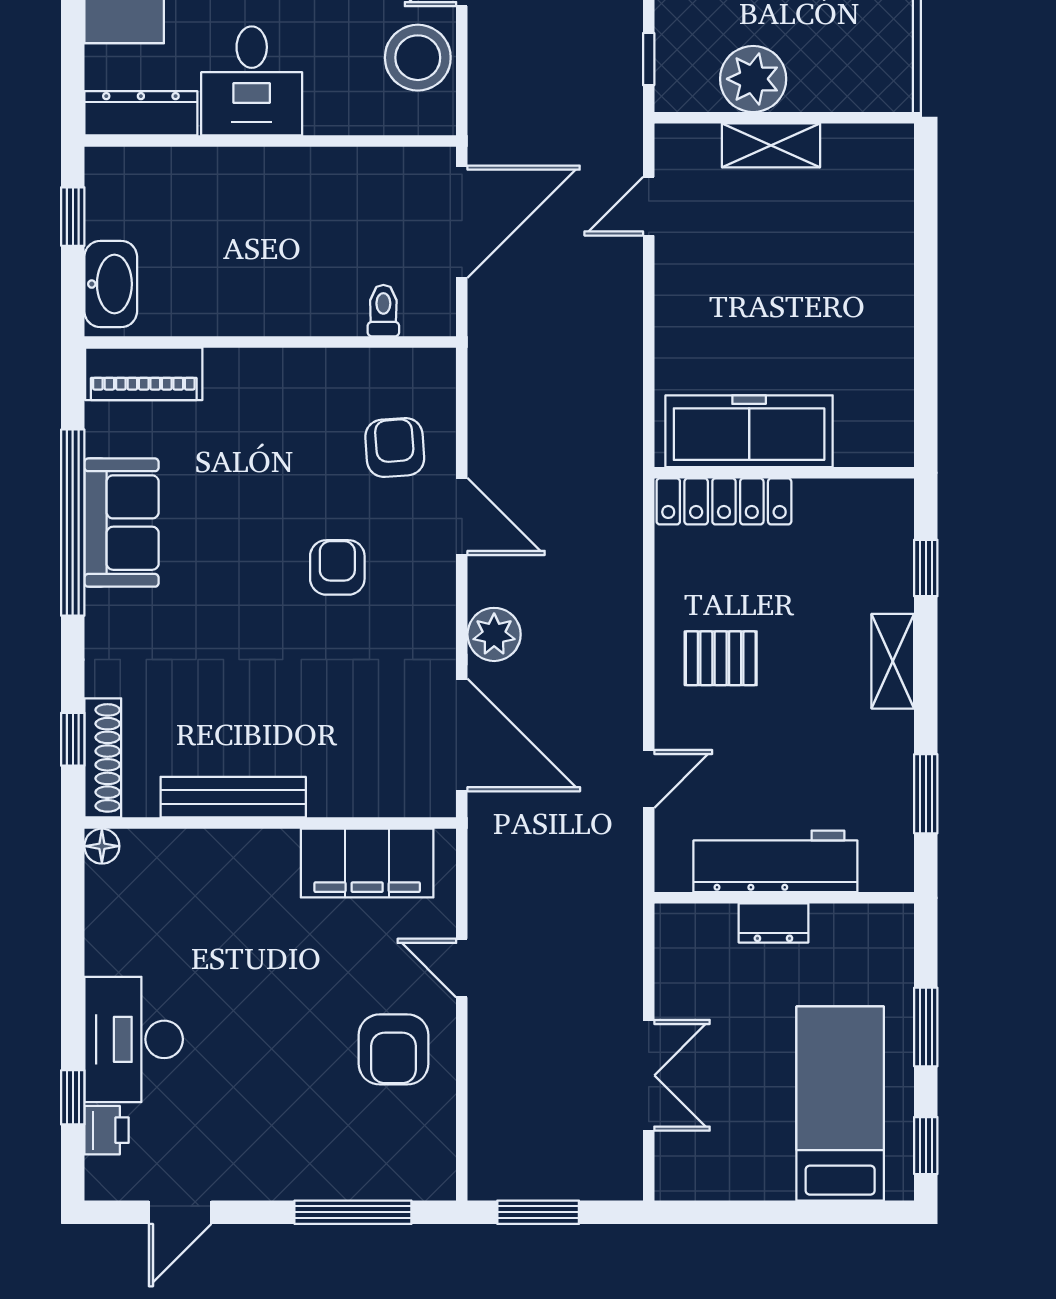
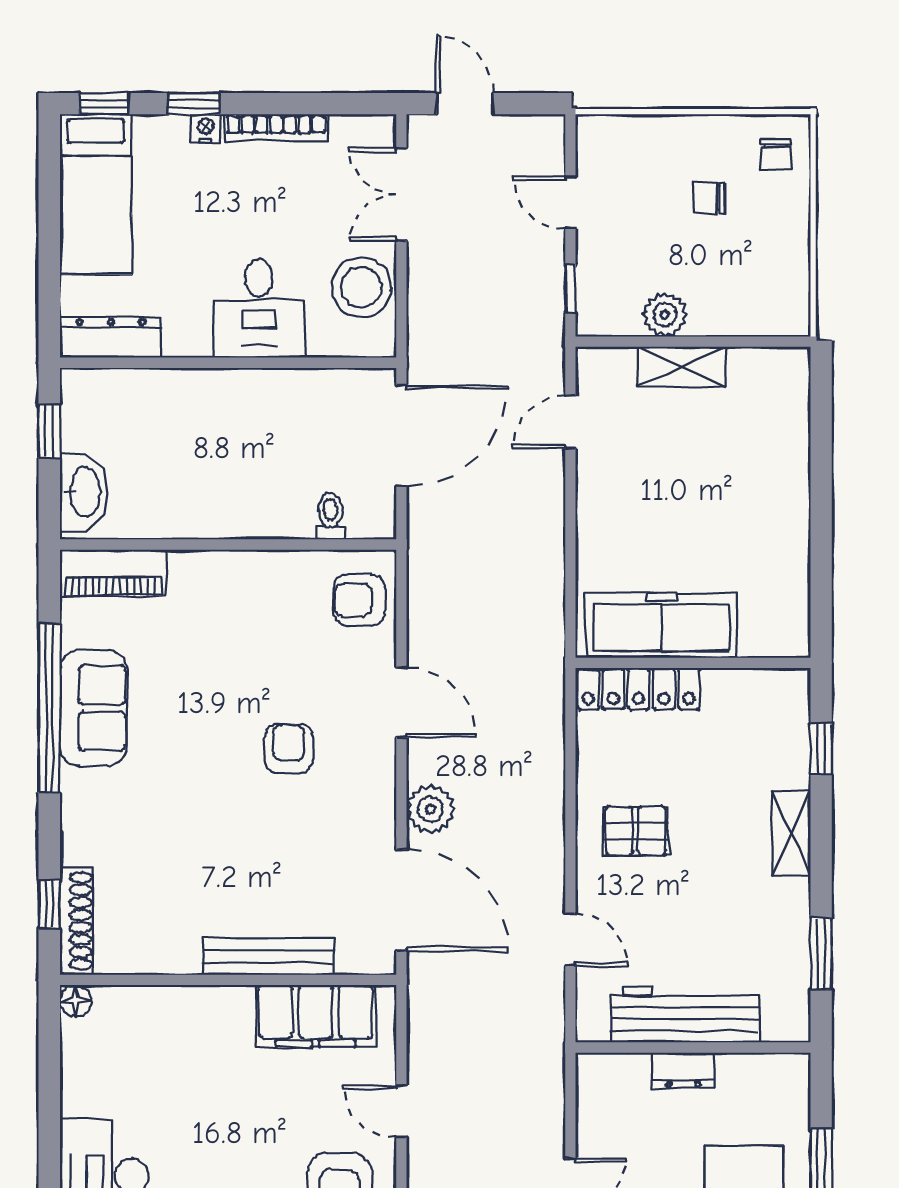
plant: (753, 79) -> (665, 315), width x0.73, depth x0.73
desk: (252, 81) -> (259, 308), moved
armchair: (395, 447) -> (360, 600), moved, turned -86
door: (649, 779) -> (570, 940), hinge flipped
bench: (233, 797) -> (268, 956), moved

